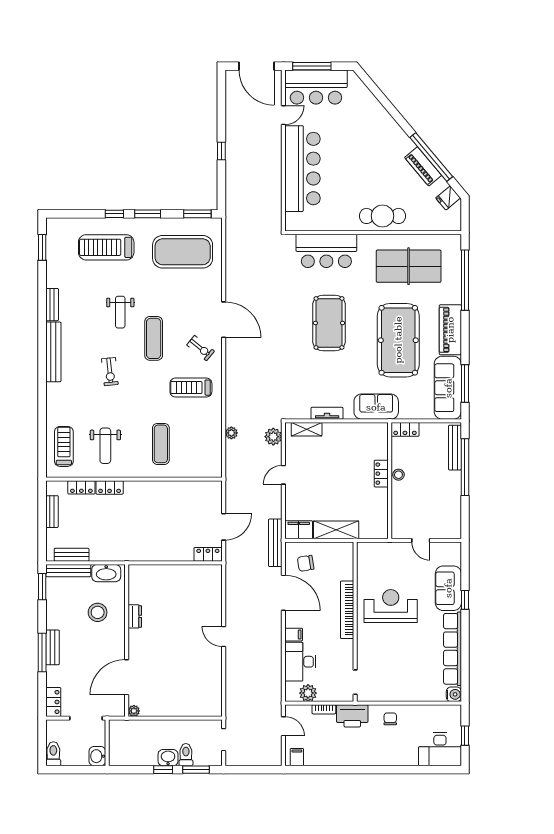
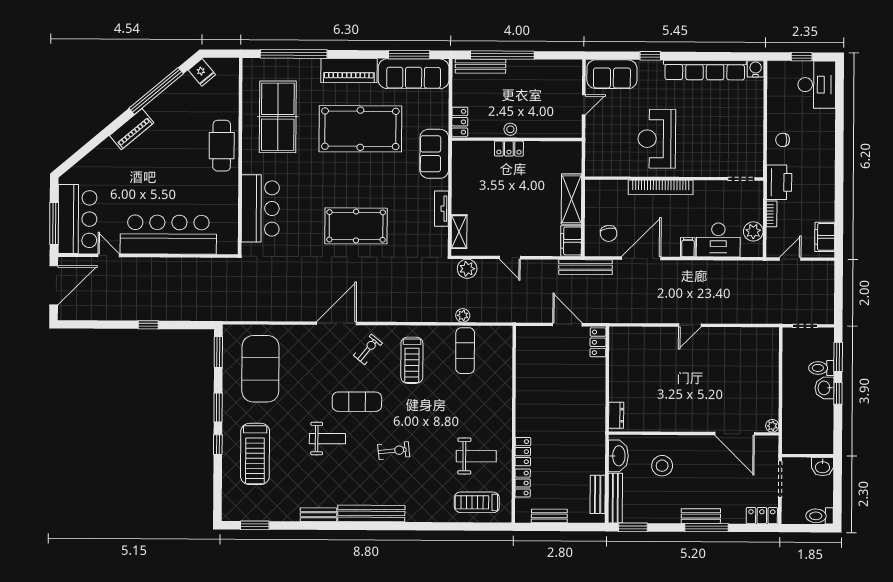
piano: (423, 166) -> (132, 129), moved
pool table: (329, 323) -> (356, 226), moved
exercise mat: (161, 444) -> (465, 351), moved, turned 90
sofa: (448, 588) -> (612, 74), moved
dresser: (135, 616) -> (616, 415), moved, turned 90
filing cabinet: (297, 757) -> (825, 237), width x2.00

